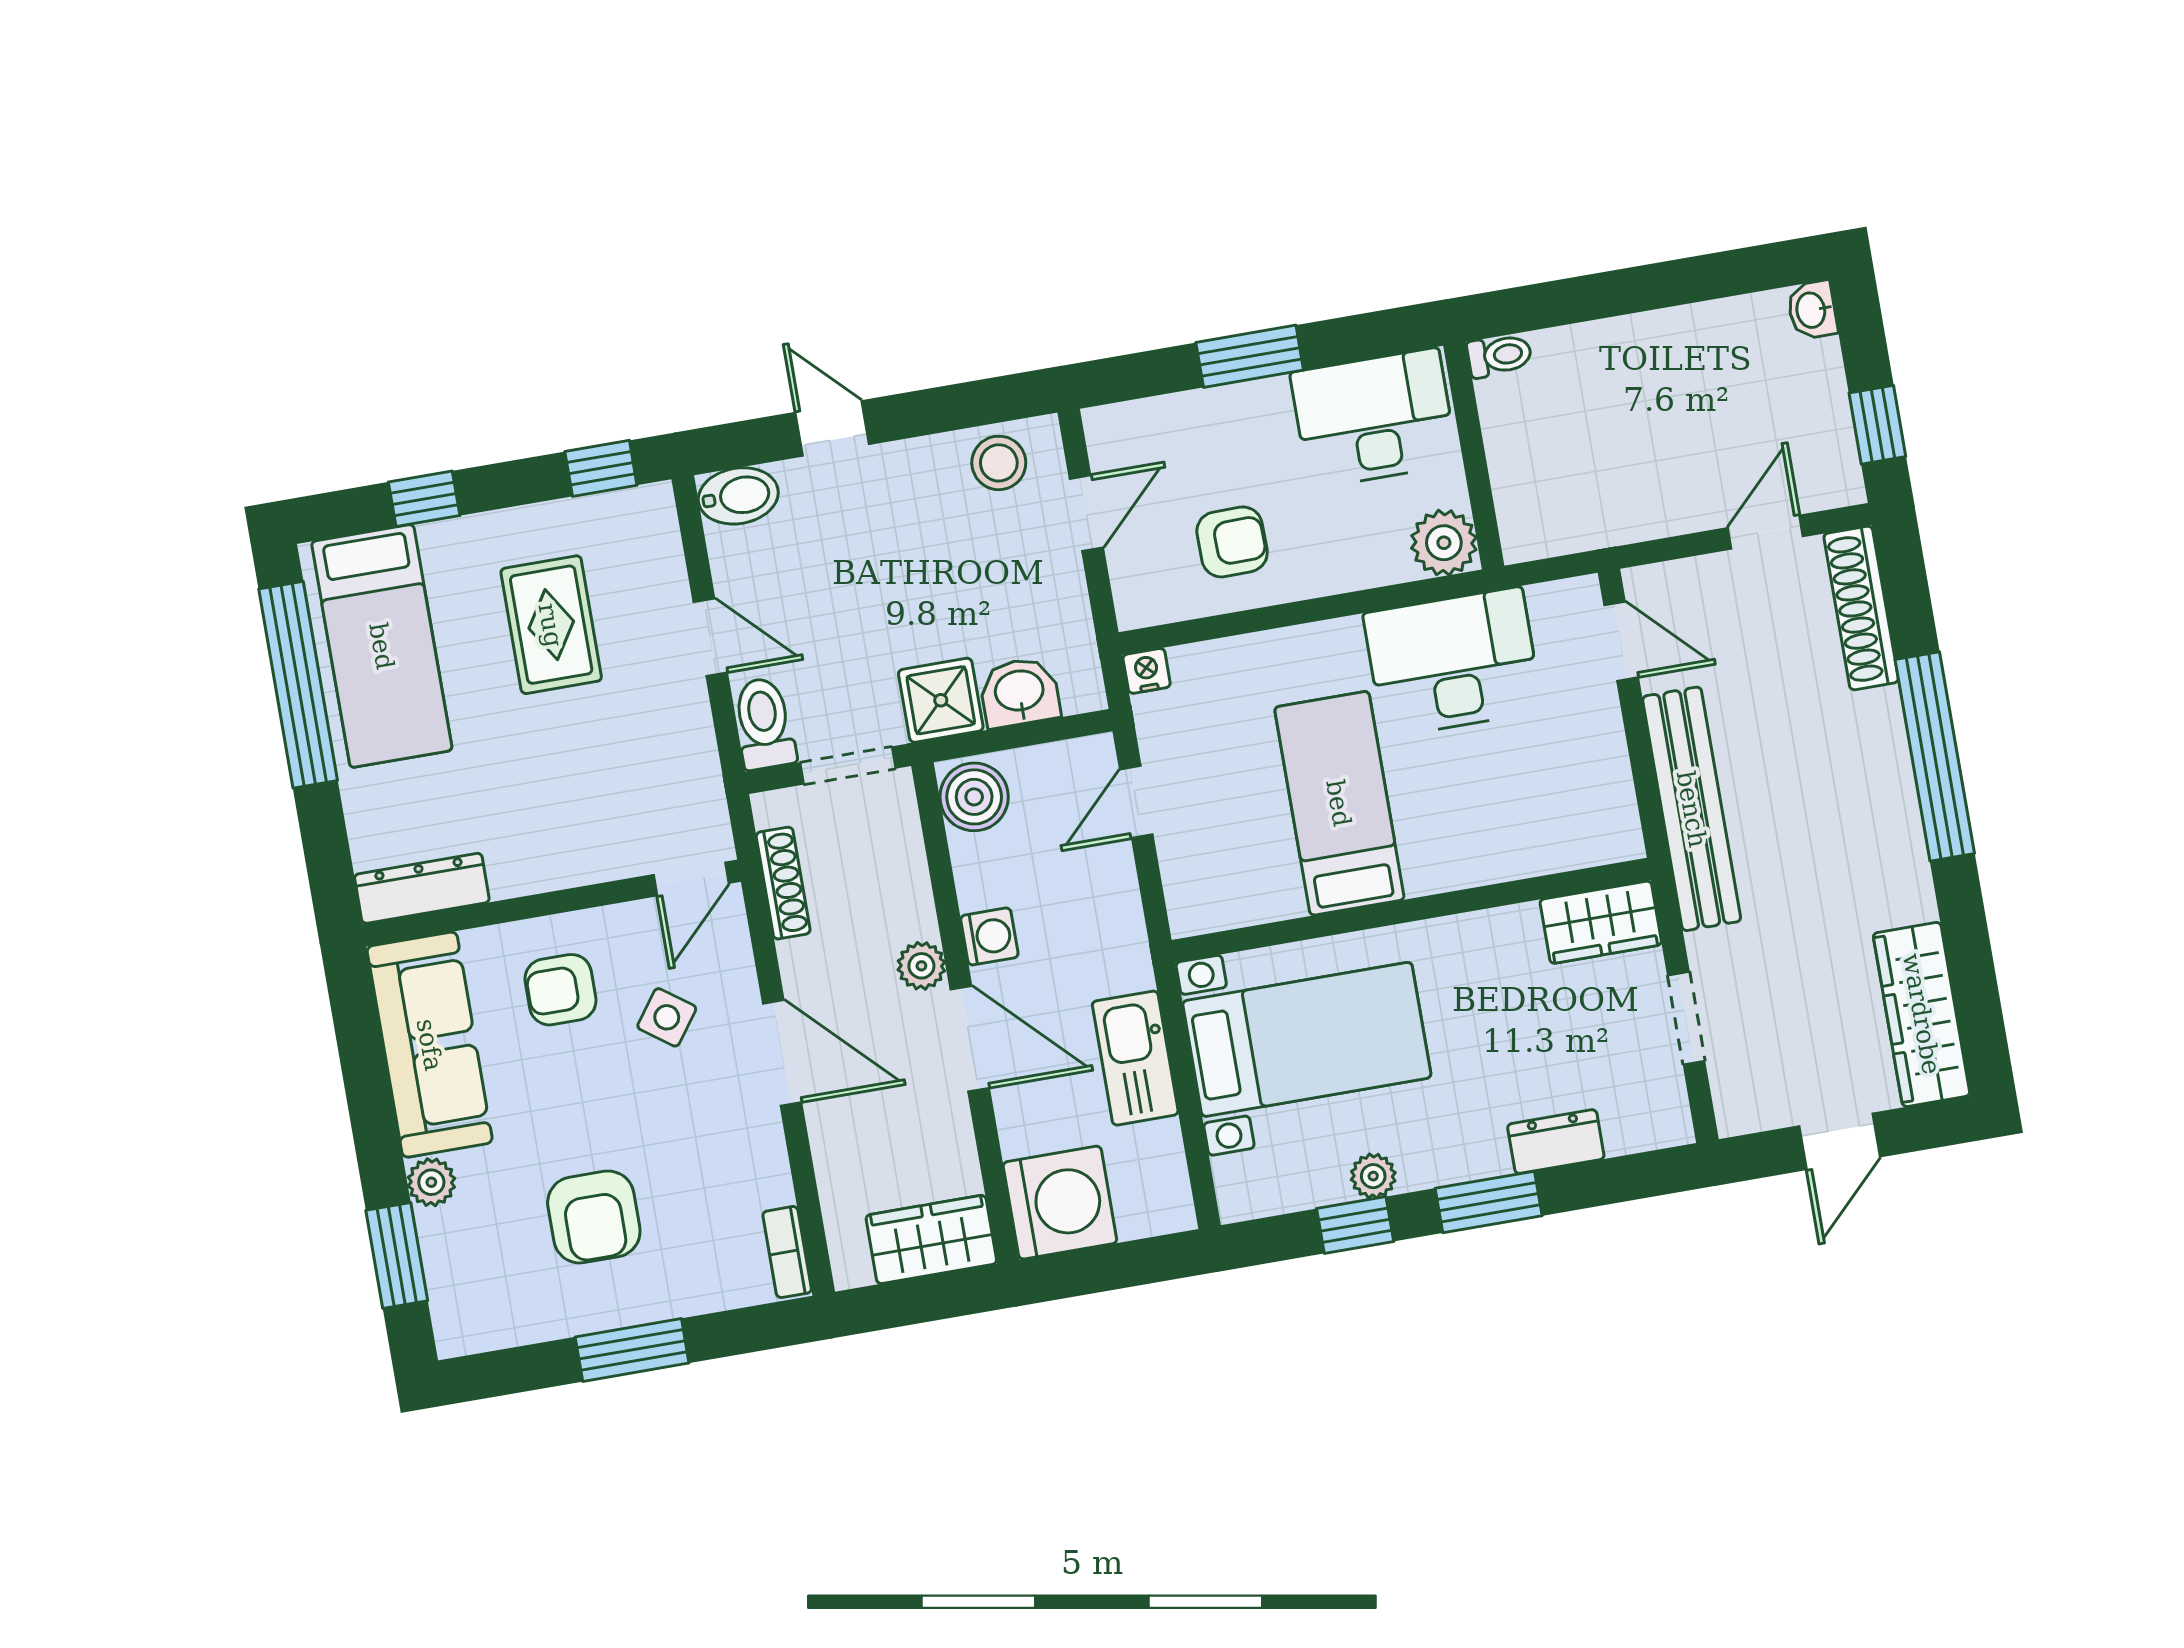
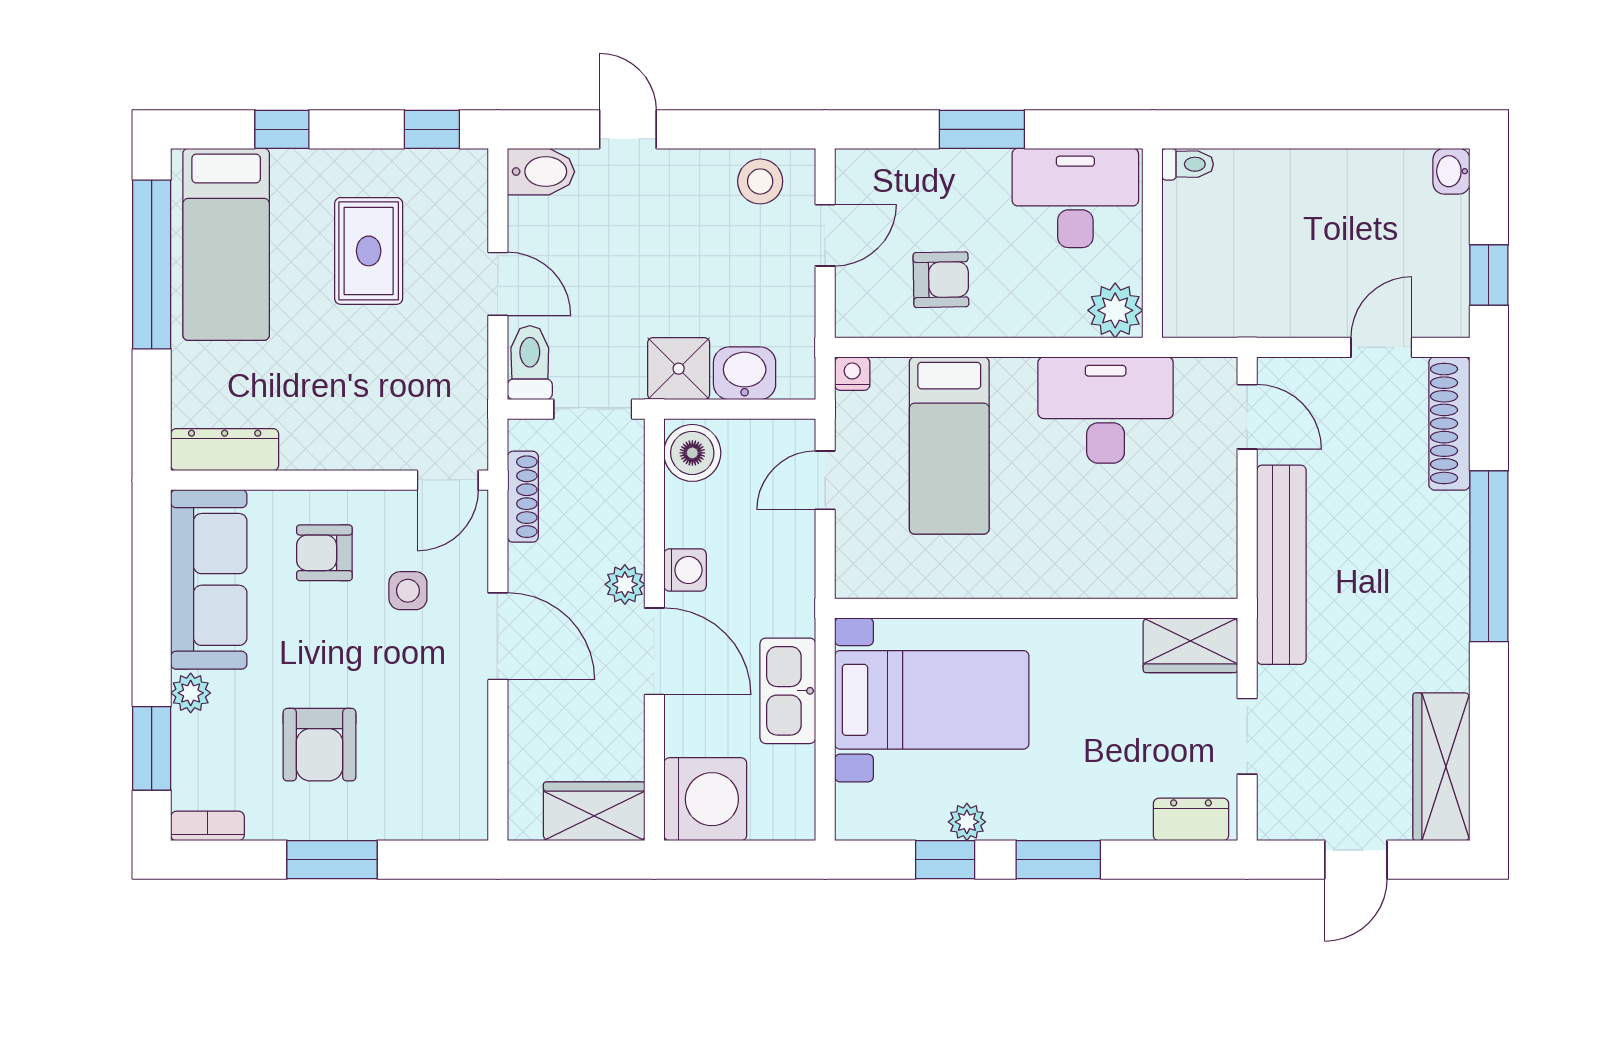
bed: (1339, 803) -> (949, 446), moved, turned 180
side table: (667, 1017) -> (408, 591), turned -36
dresser: (1556, 1142) -> (1191, 819), moved
bookcase: (787, 1252) -> (207, 826), moved, turned 90

